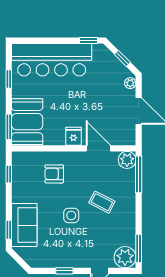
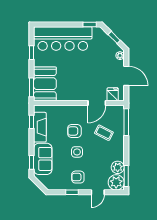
fridge: (73, 136) -> (113, 94), moved
door: (98, 148) -> (97, 103), swing flipped
plant: (127, 160) -> (118, 167), moved
armchair: (54, 174) -> (74, 131), moved
fireplace: (20, 182) -> (40, 127), added
coffee table: (102, 202) -> (104, 133), moved
armchair: (72, 250) -> (78, 177), added

